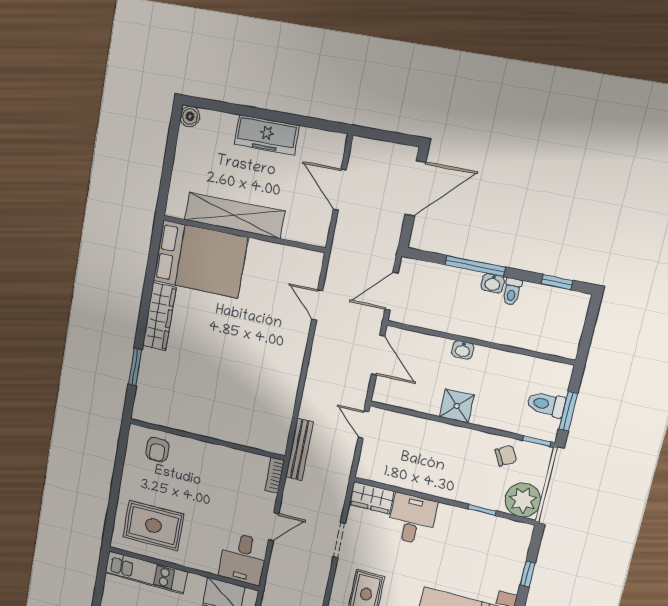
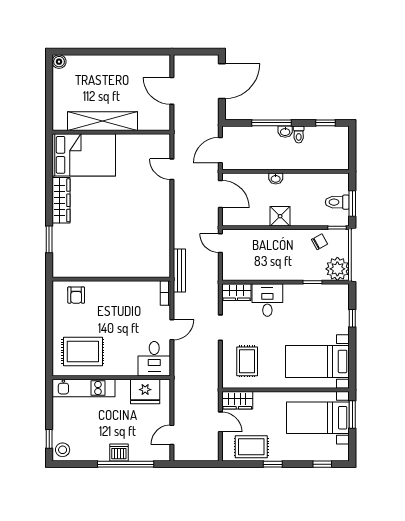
freezer: (266, 135) -> (115, 65), removed

